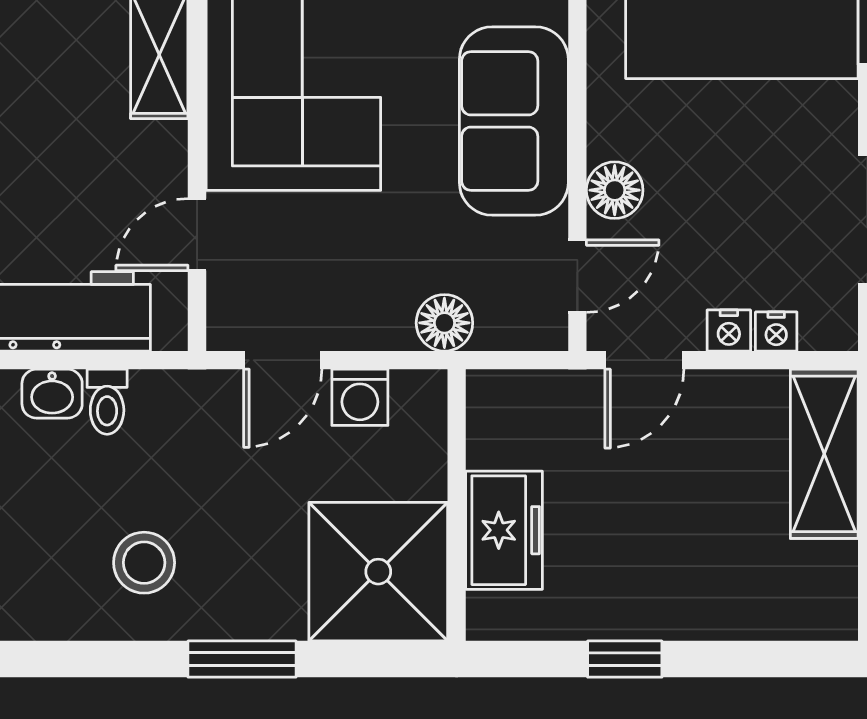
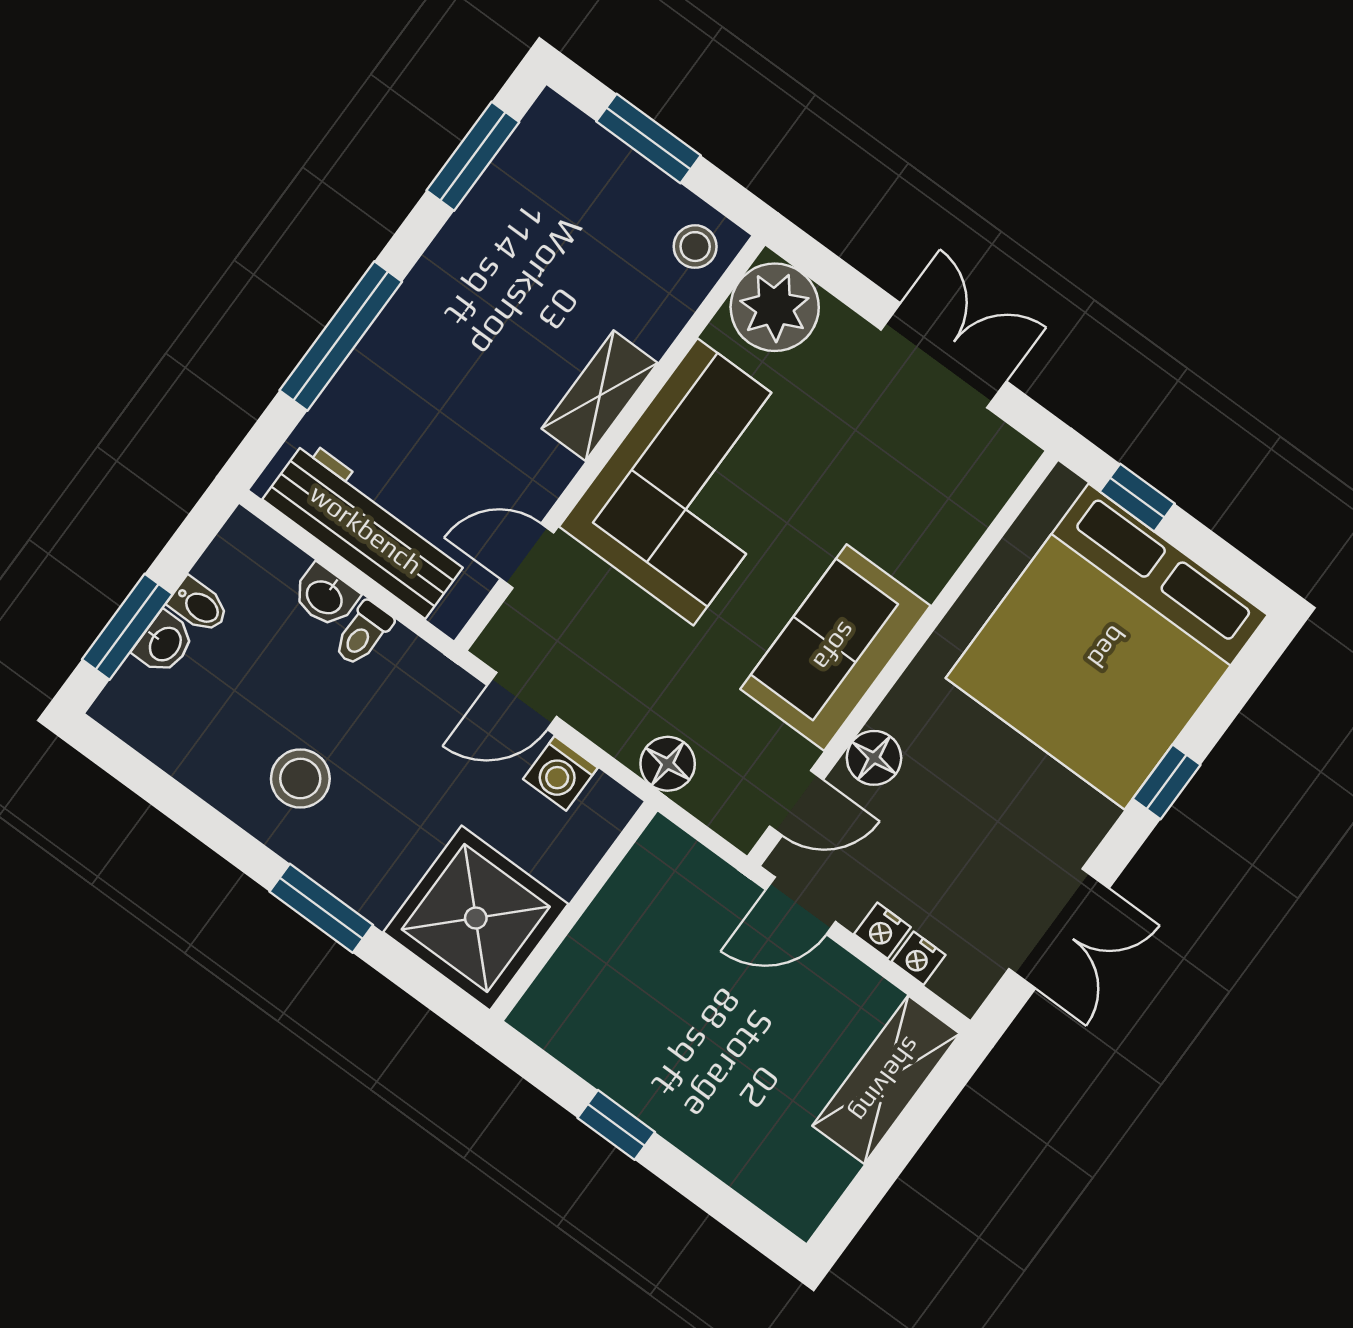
freezer: (504, 530) -> (596, 957), removed

